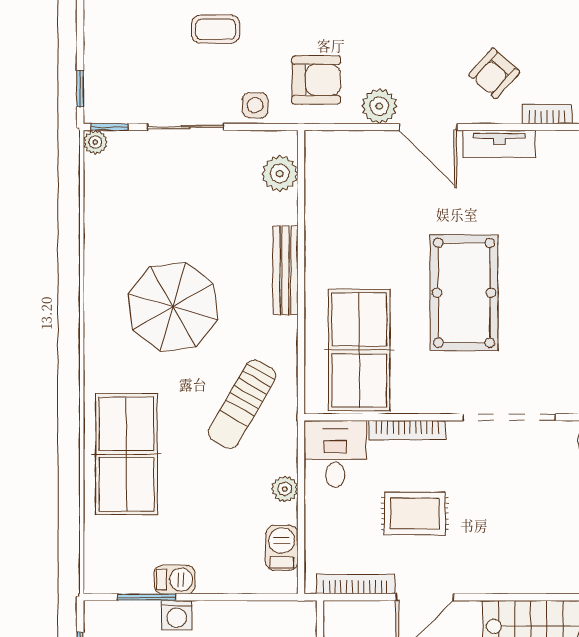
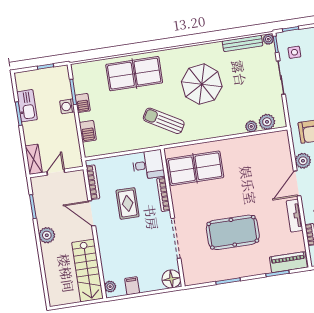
side table: (255, 105) -> (294, 52), moved
bench: (285, 270) -> (243, 43), moved
pool table: (464, 293) -> (233, 232), moved
plant: (285, 489) -> (251, 126), moved
barbecue: (282, 548) -> (88, 131), moved, turned 90

